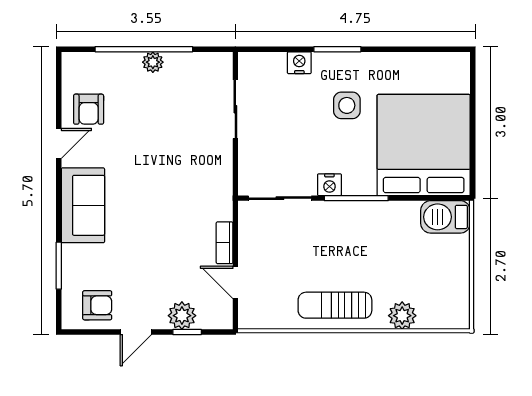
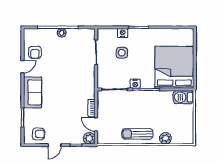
side table: (347, 105) -> (122, 53), moved
plant: (182, 316) -> (89, 138), moved

